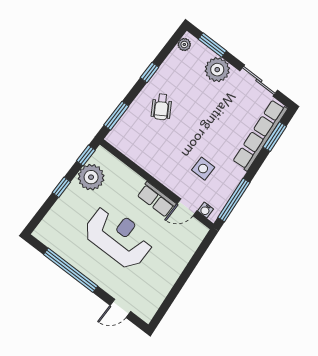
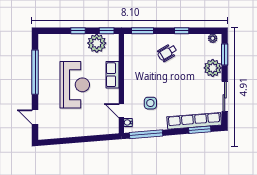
row of seats: (157, 199) -> (113, 75), moved

